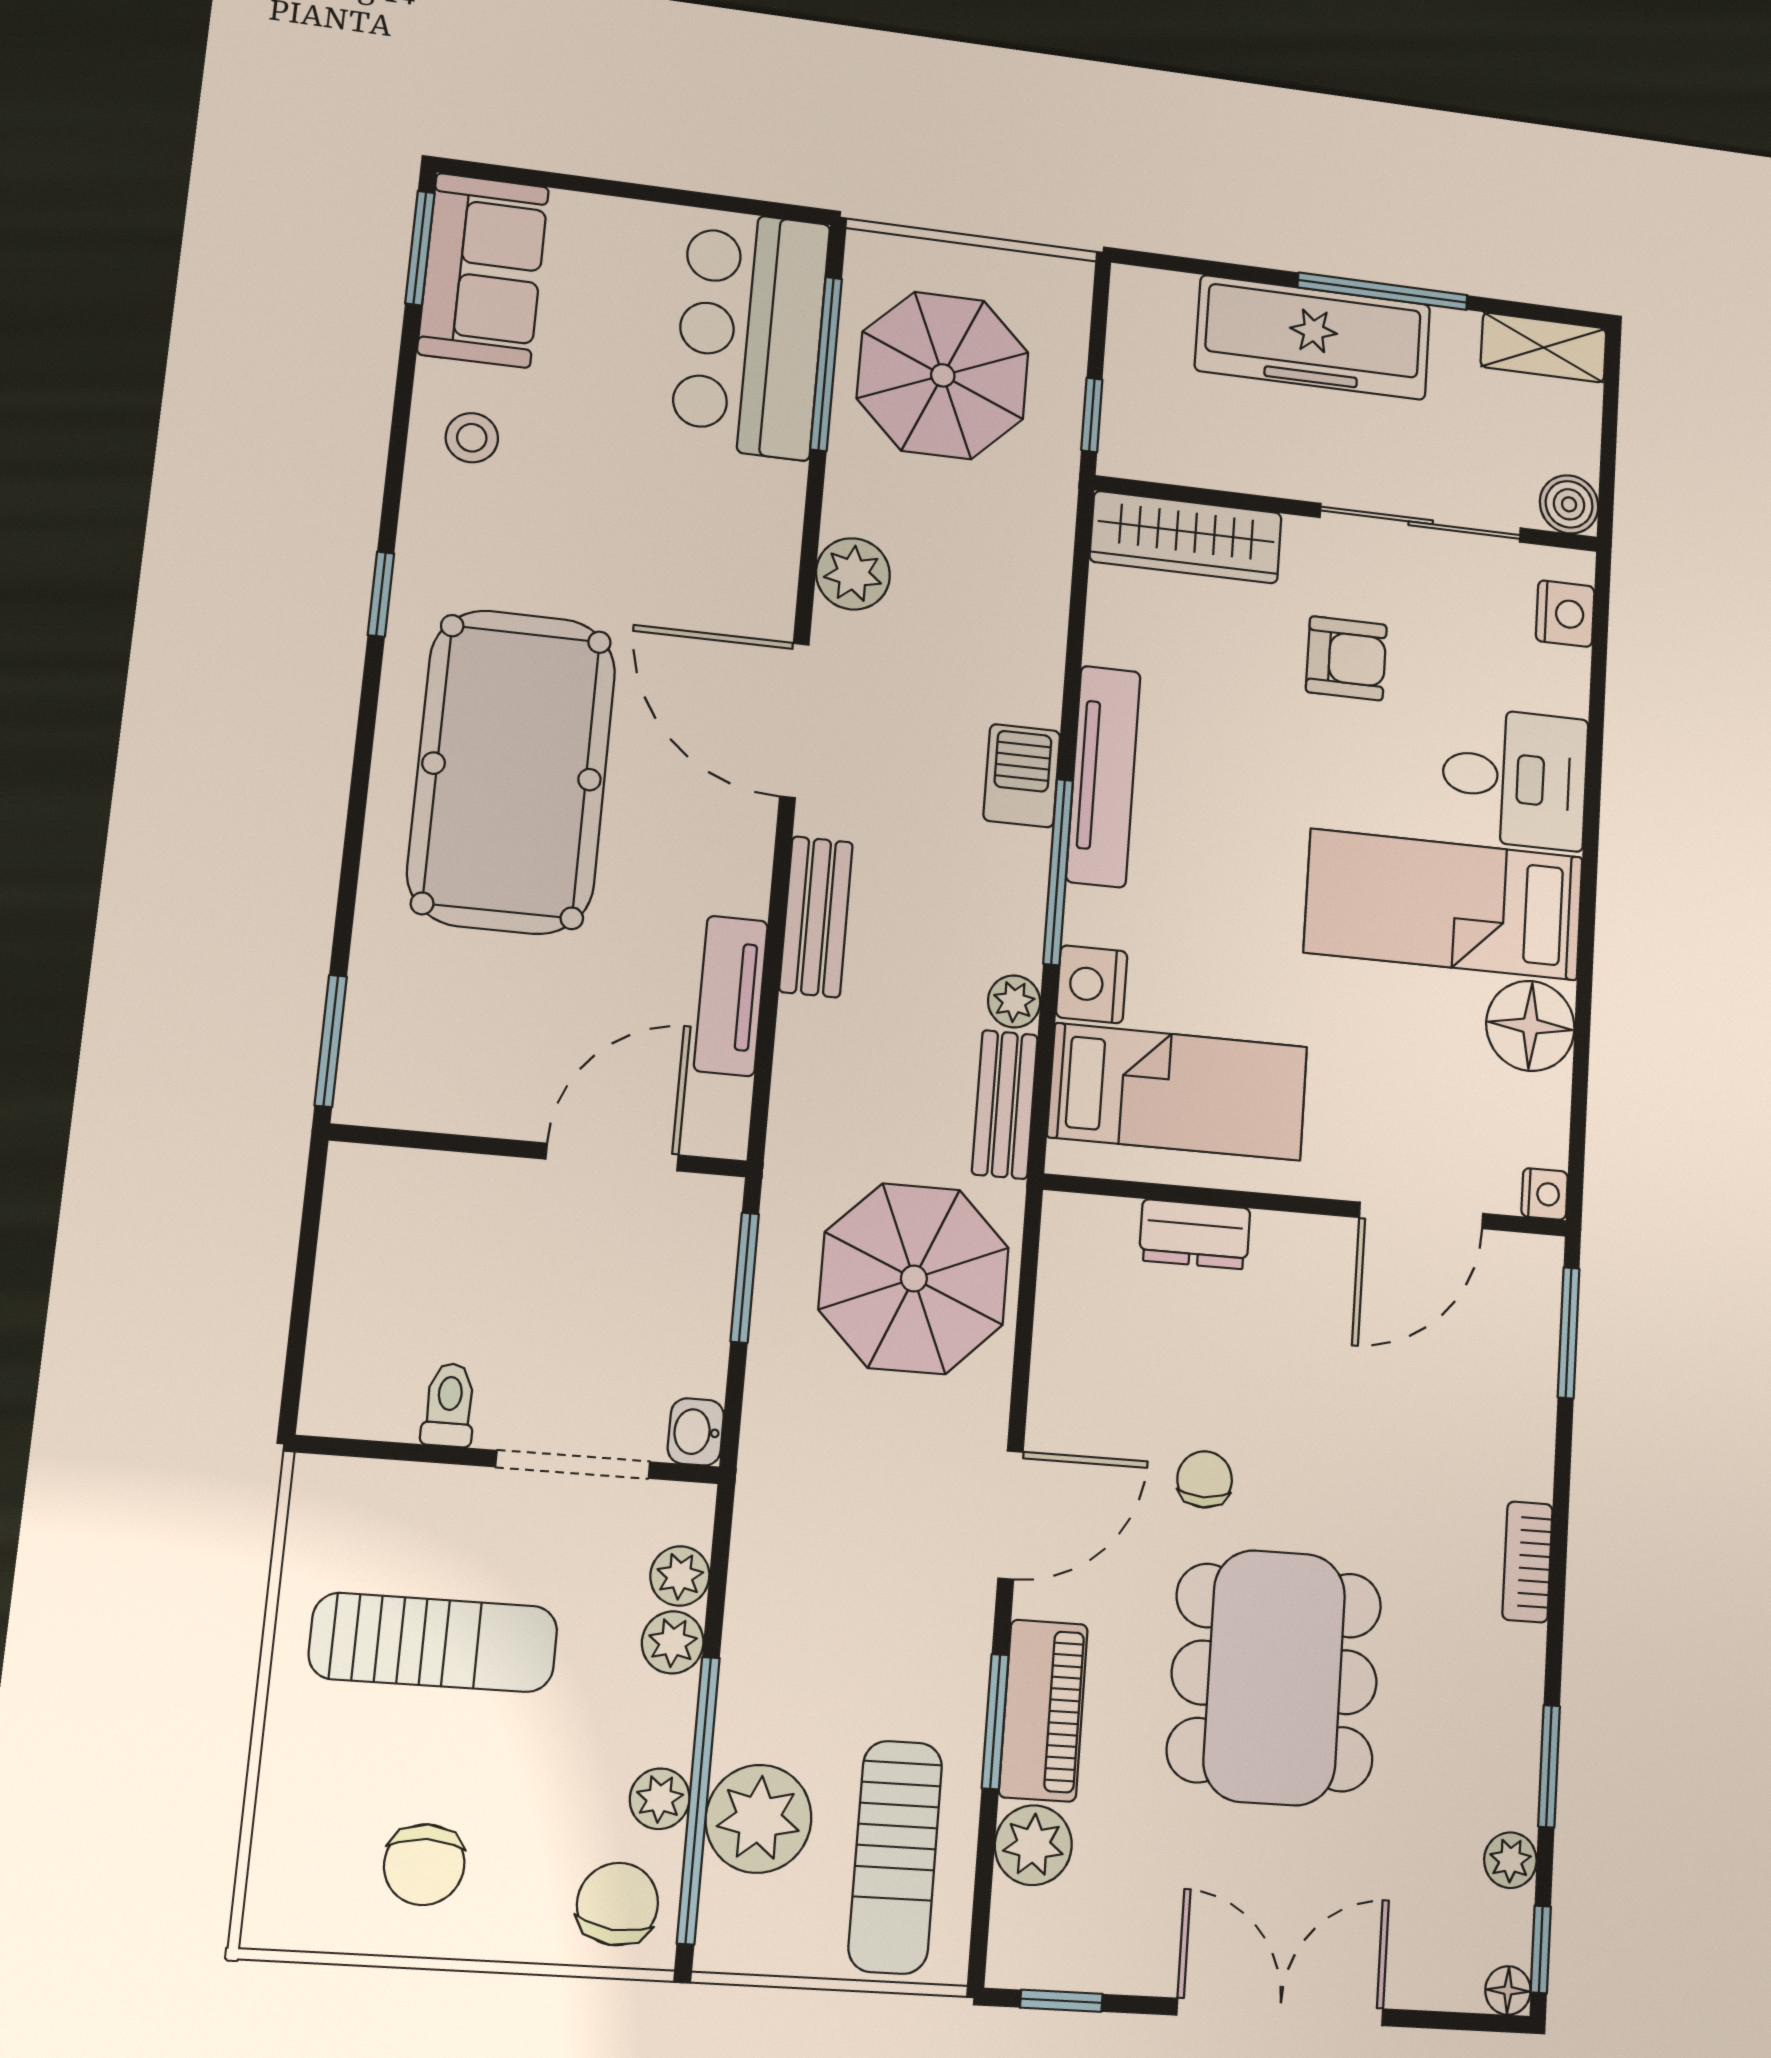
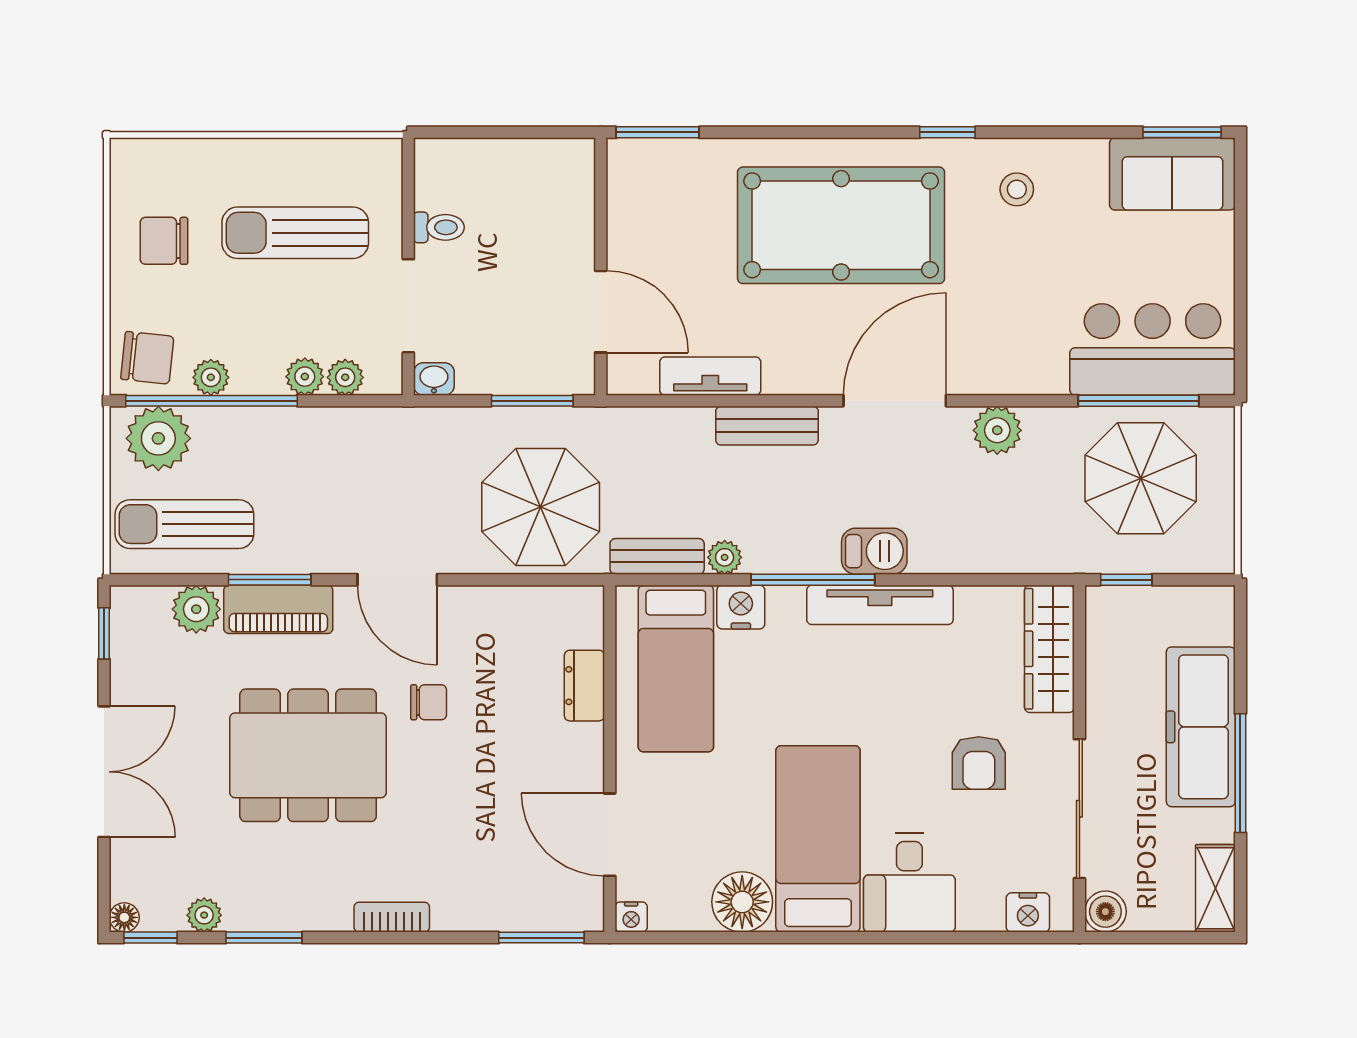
stool: (472, 438) -> (1017, 189), moved
sun lounger: (433, 1642) -> (295, 233), turned 90
plant: (759, 1819) -> (158, 438), moved

